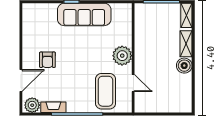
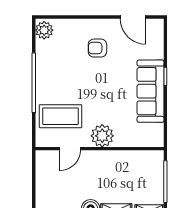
door: (21, 81) -> (133, 17), moved
fireplace: (53, 107) -> (42, 55), removed

